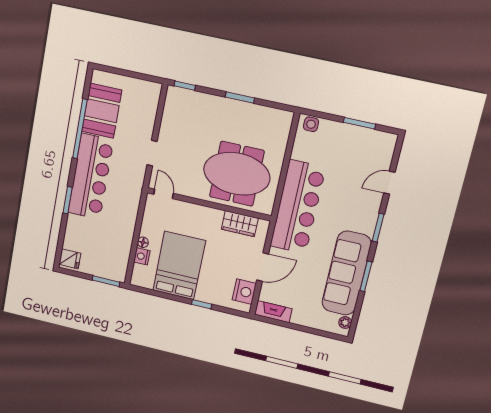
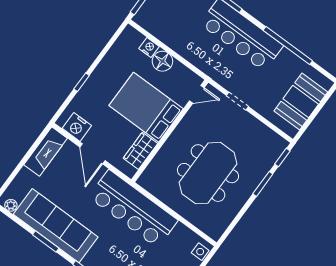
window: (240, 98) -> (263, 184), moved
booth: (102, 111) -> (301, 102), moved, turned 90
meeting table: (237, 174) -> (208, 173), moved
floor lamp: (143, 242) -> (162, 61), width x1.89, depth x1.89
bed: (179, 266) -> (146, 107), moved, turned 180
fireplace: (273, 312) -> (46, 152), width x1.37, depth x1.32

